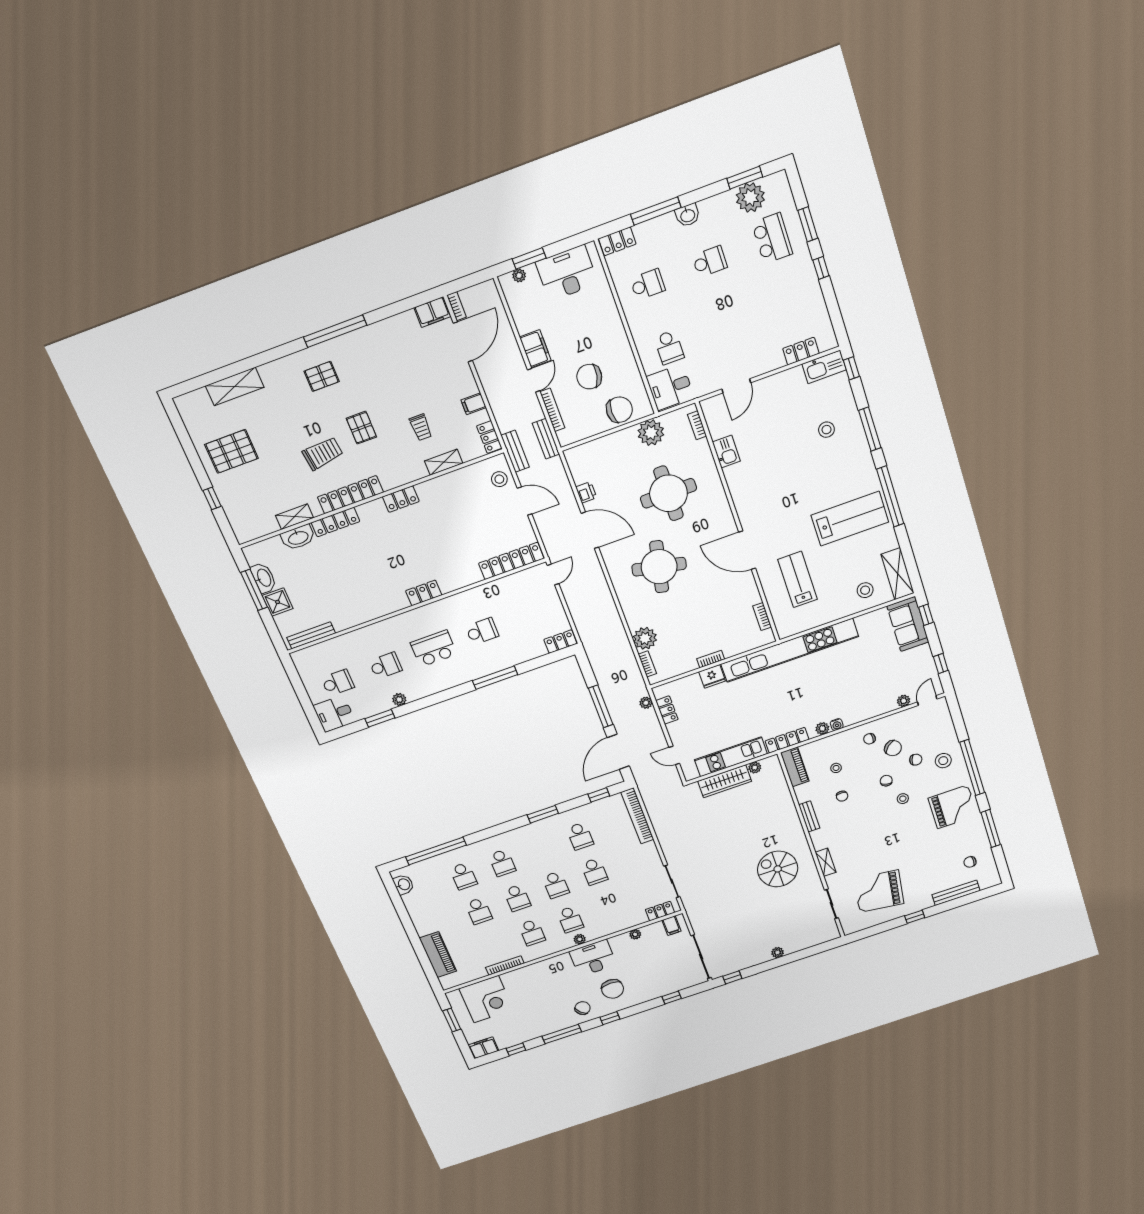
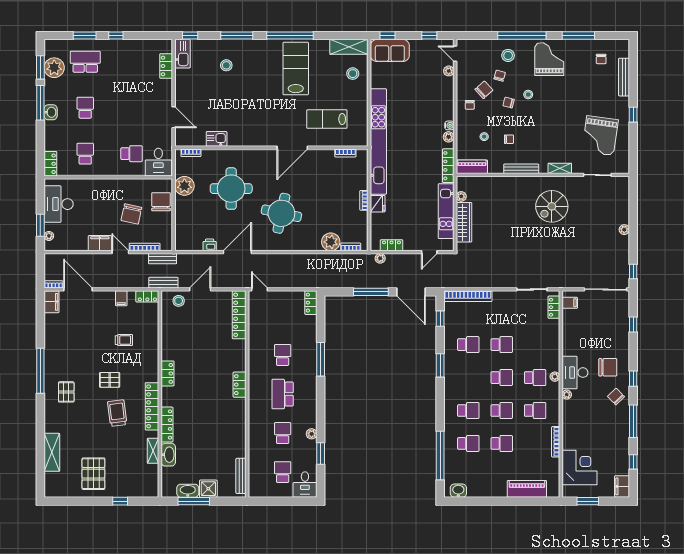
window: (656, 211) -> (40, 103), moved
shelving: (444, 462) -> (153, 334), removed
bench: (809, 816) -> (521, 169), width x1.36
plant: (635, 934) -> (567, 395), moved

